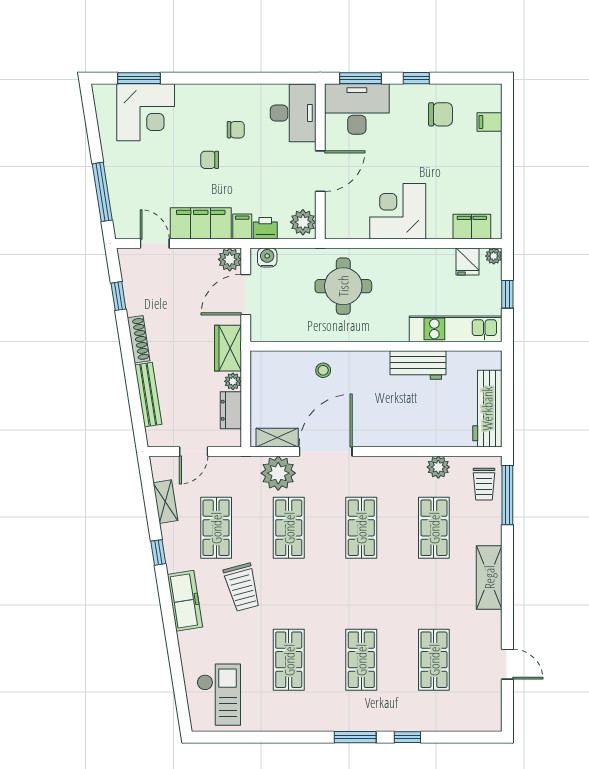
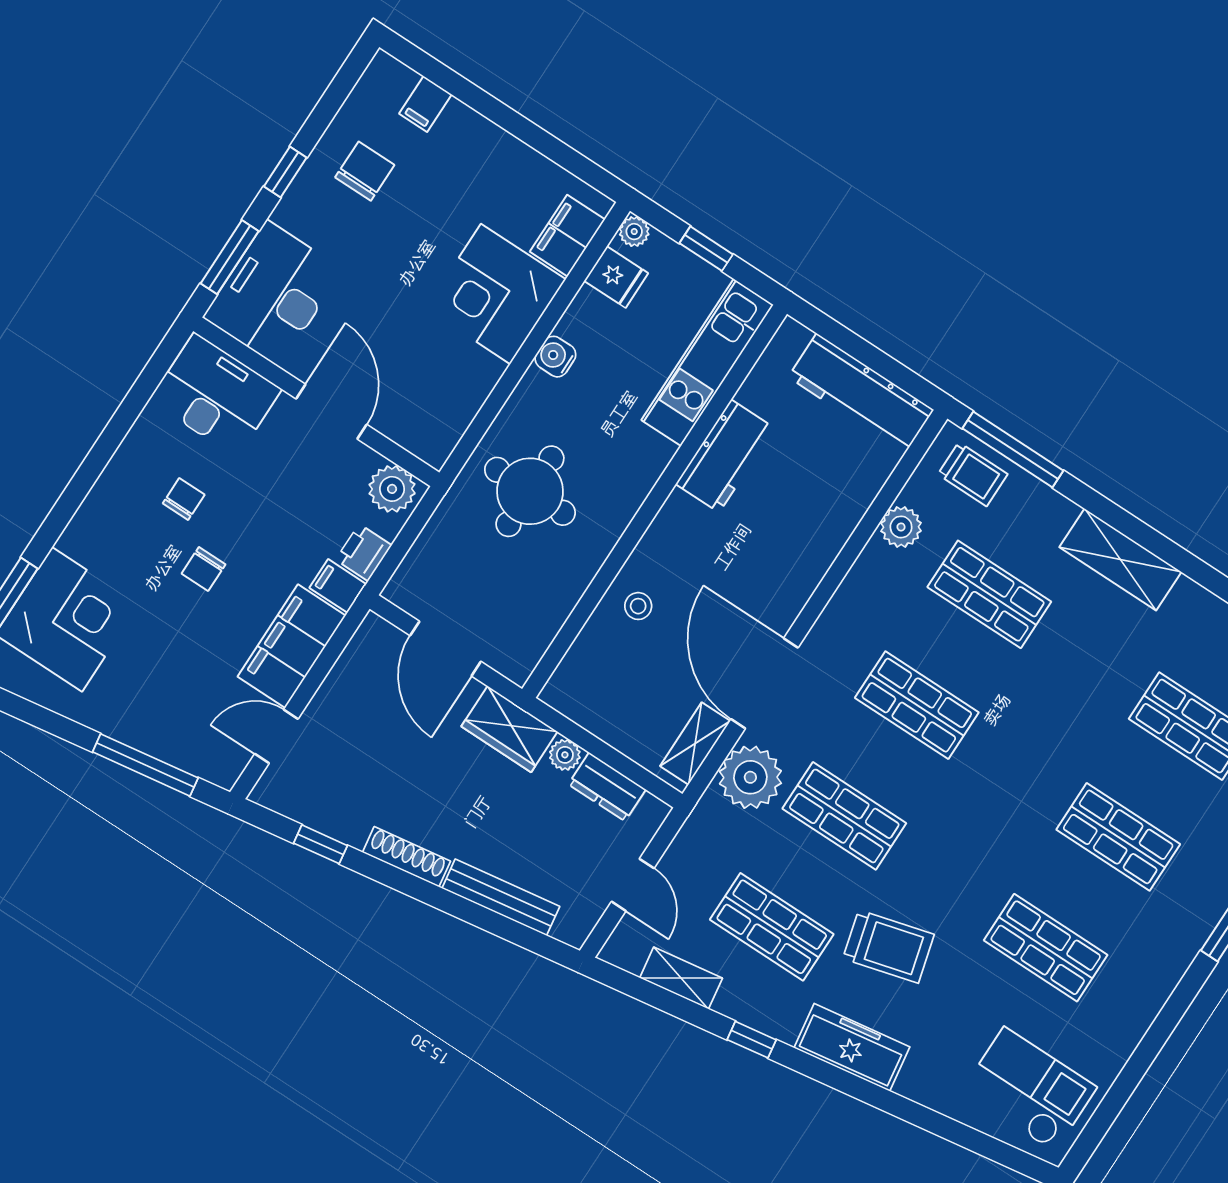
corner desk: (398, 211) -> (496, 294), moved
water cooler: (267, 257) -> (555, 357), moved
plant: (230, 259) -> (376, 638), removed

